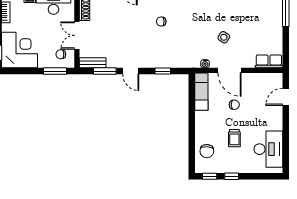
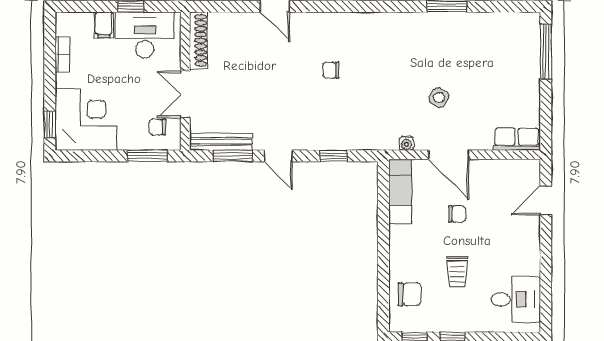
bench: (93, 63) -> (221, 142), width x1.36
desk: (268, 149) -> (516, 299), width x0.73
chair: (207, 151) -> (410, 294), turned -94

